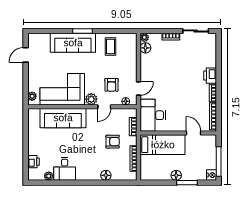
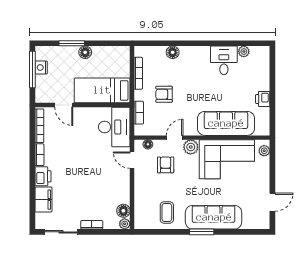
filing cabinet: (210, 57) -> (43, 200), added
door: (138, 89) -> (132, 160), hinge flipped
printer: (33, 162) -> (263, 99), moved
nightstand: (212, 175) -> (41, 67), moved

